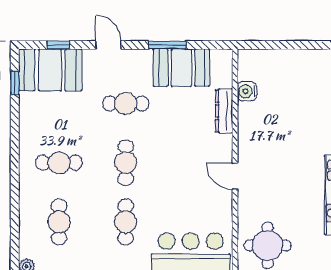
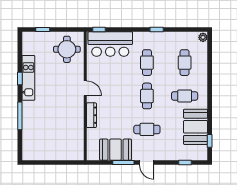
door: (108, 45) -> (147, 162), moved
booth: (50, 70) -> (196, 127), moved, turned 90
water cooler: (247, 91) -> (78, 136), removed
dresser: (224, 111) -> (91, 115), moved

